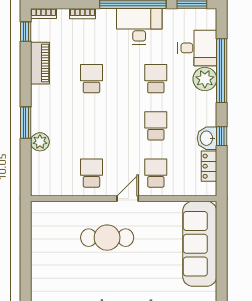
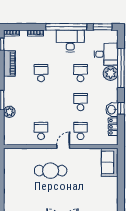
sofa: (200, 244) -> (110, 162), width x0.54, depth x0.79

